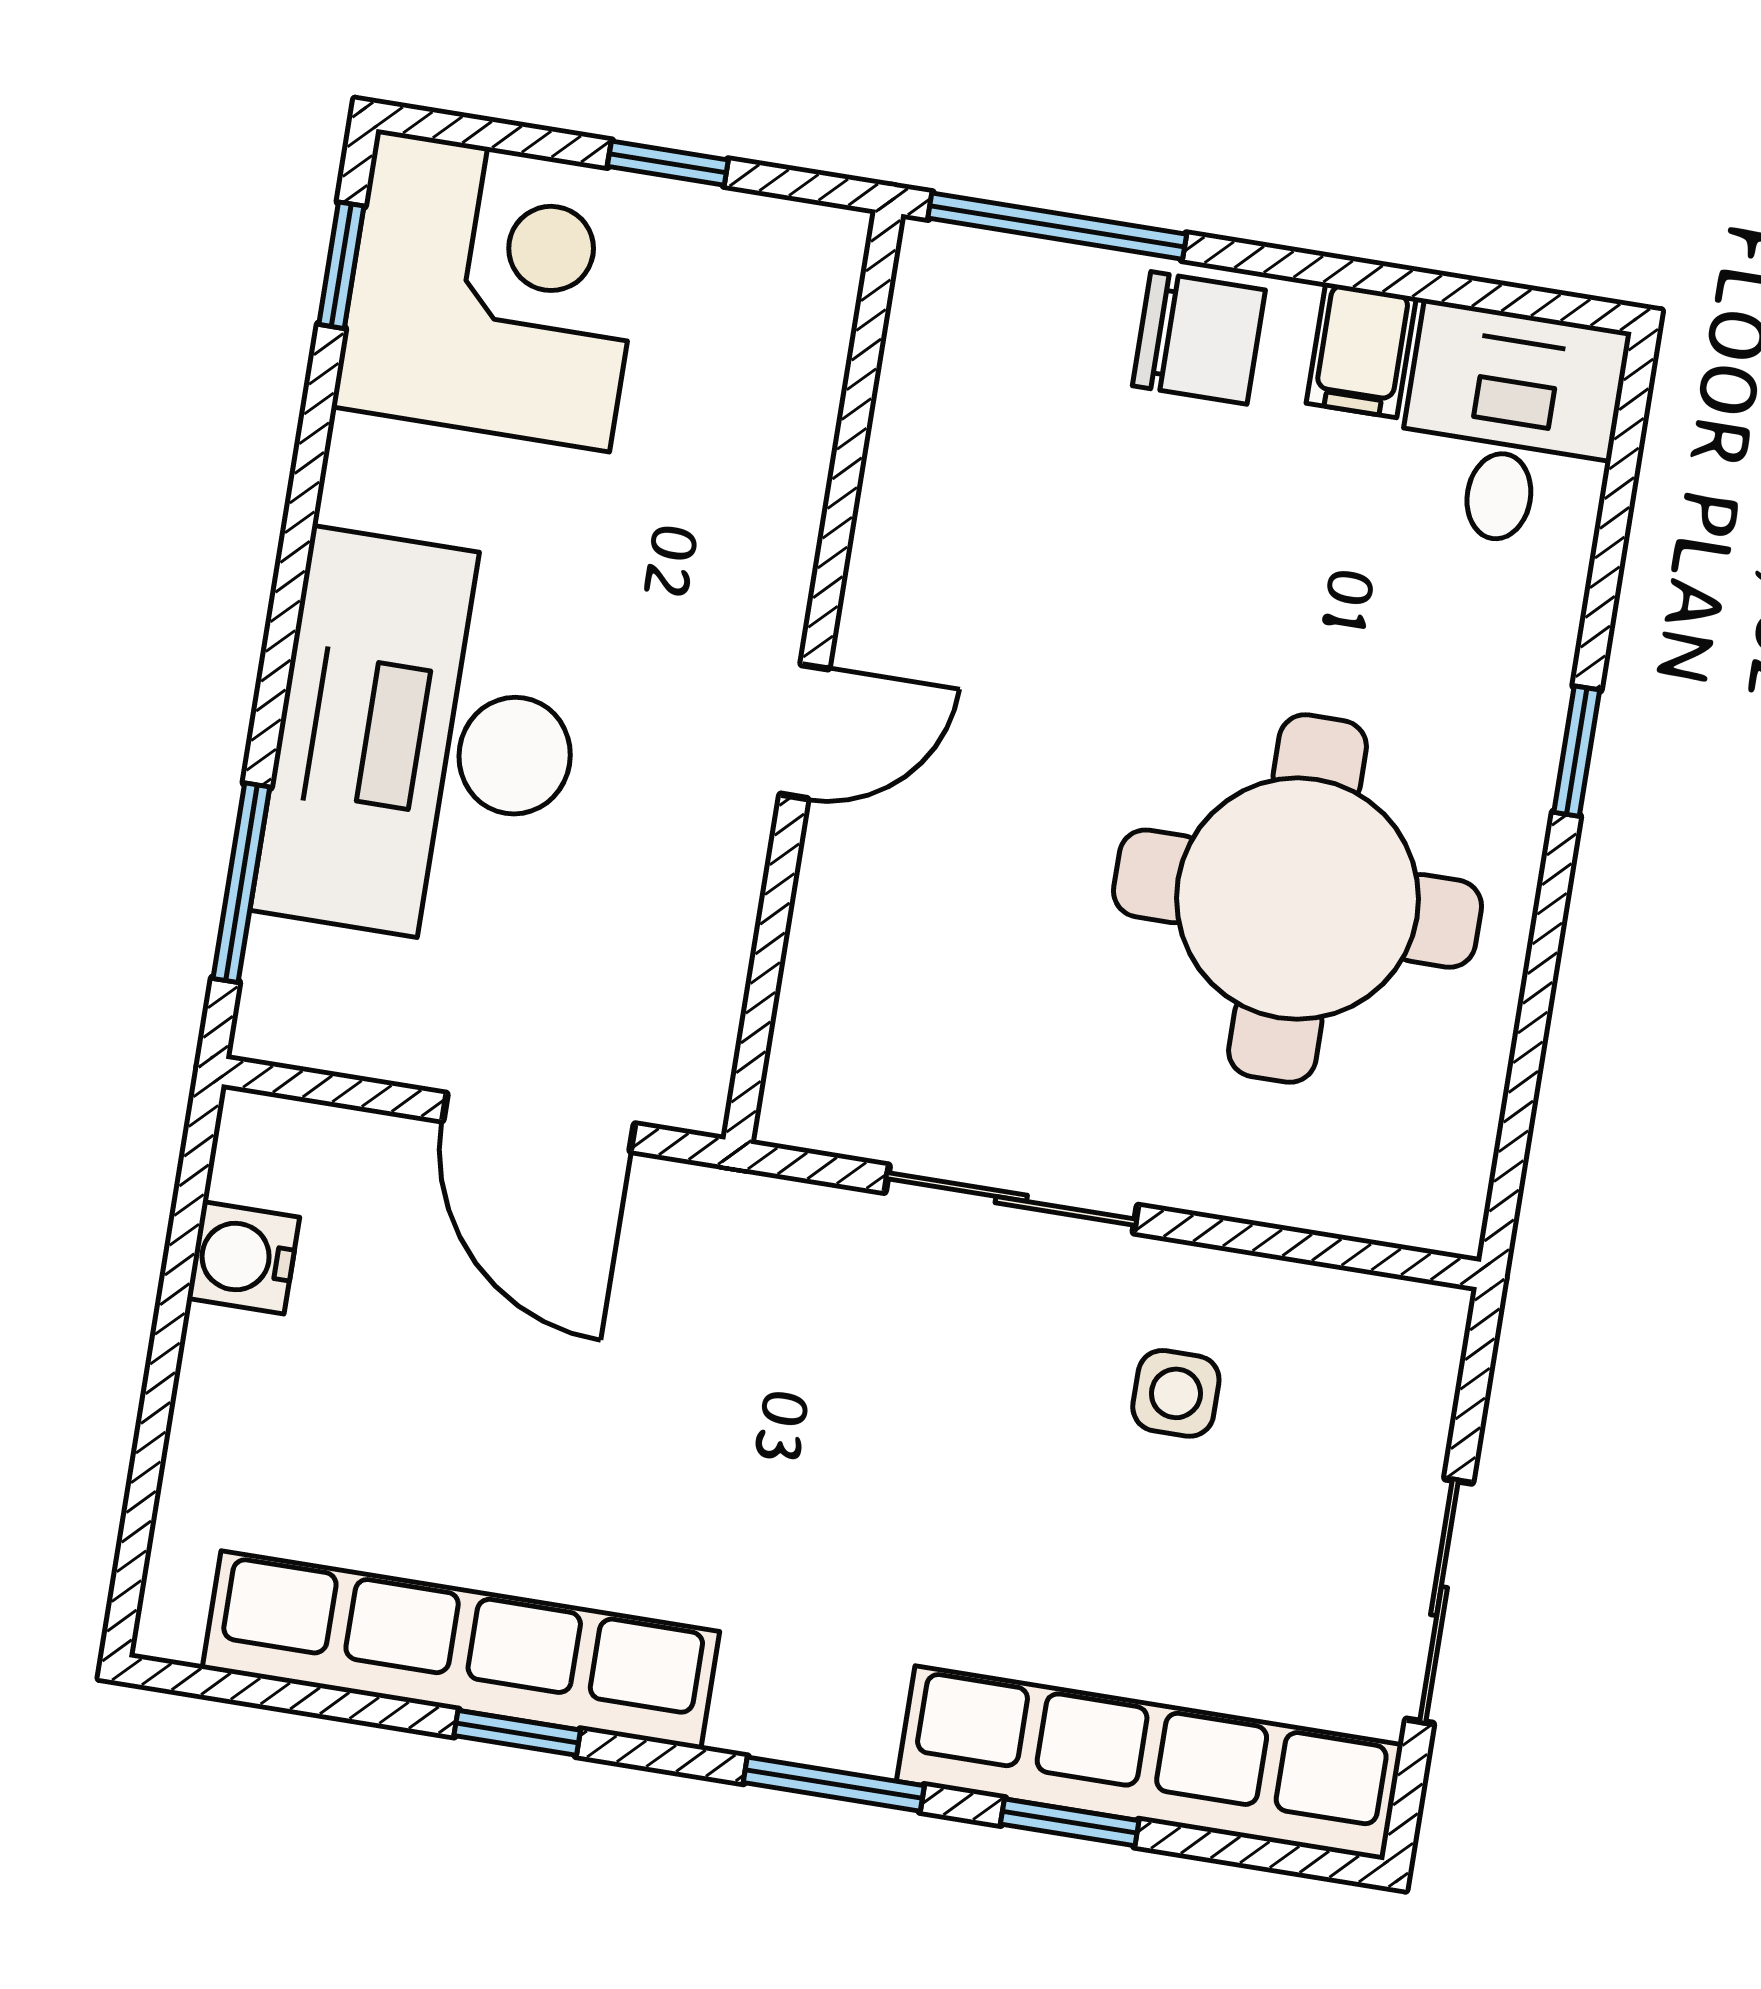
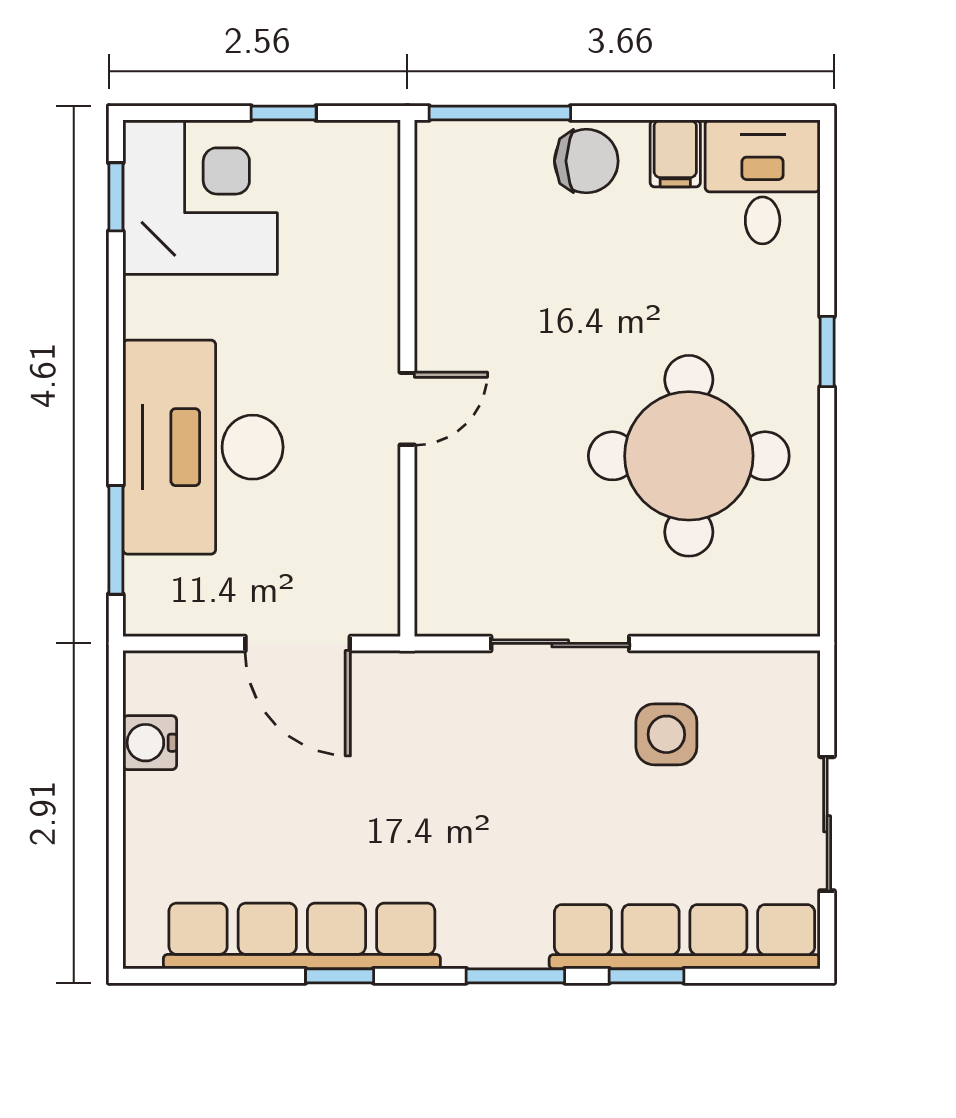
side table: (1176, 1393) -> (666, 734), width x1.37, depth x1.37

